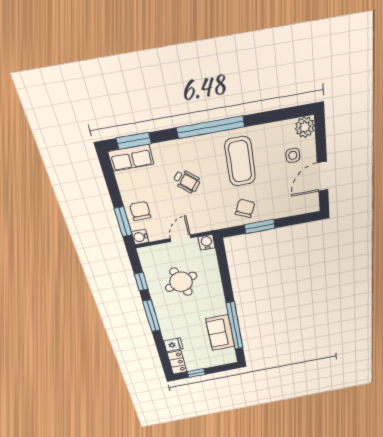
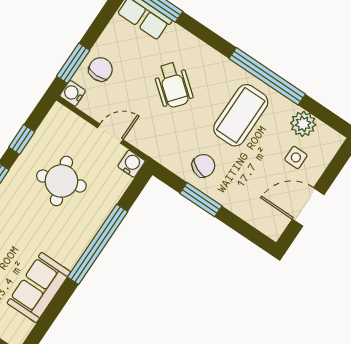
window: (211, 127) -> (267, 76), moved
plant: (305, 127) -> (303, 124), moved
wheelchair: (187, 181) -> (173, 85), width x1.36, depth x1.37
window: (235, 326) -> (98, 244), moved

